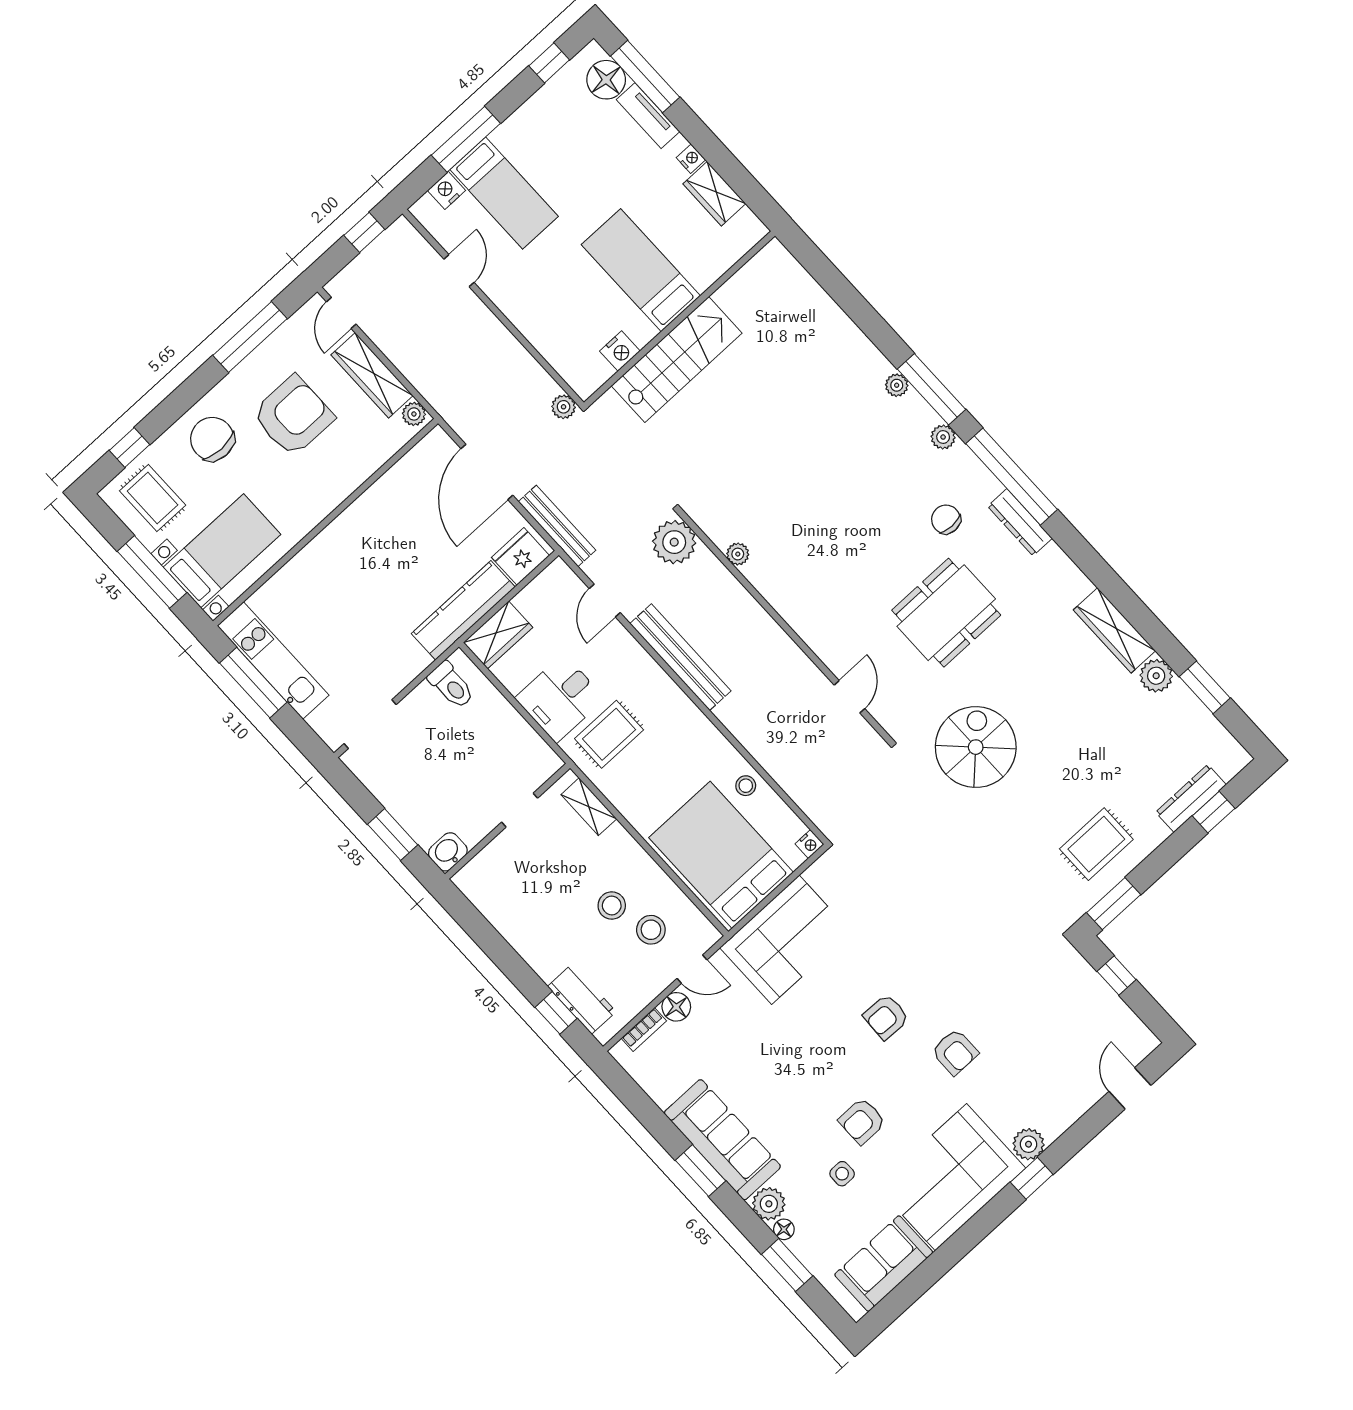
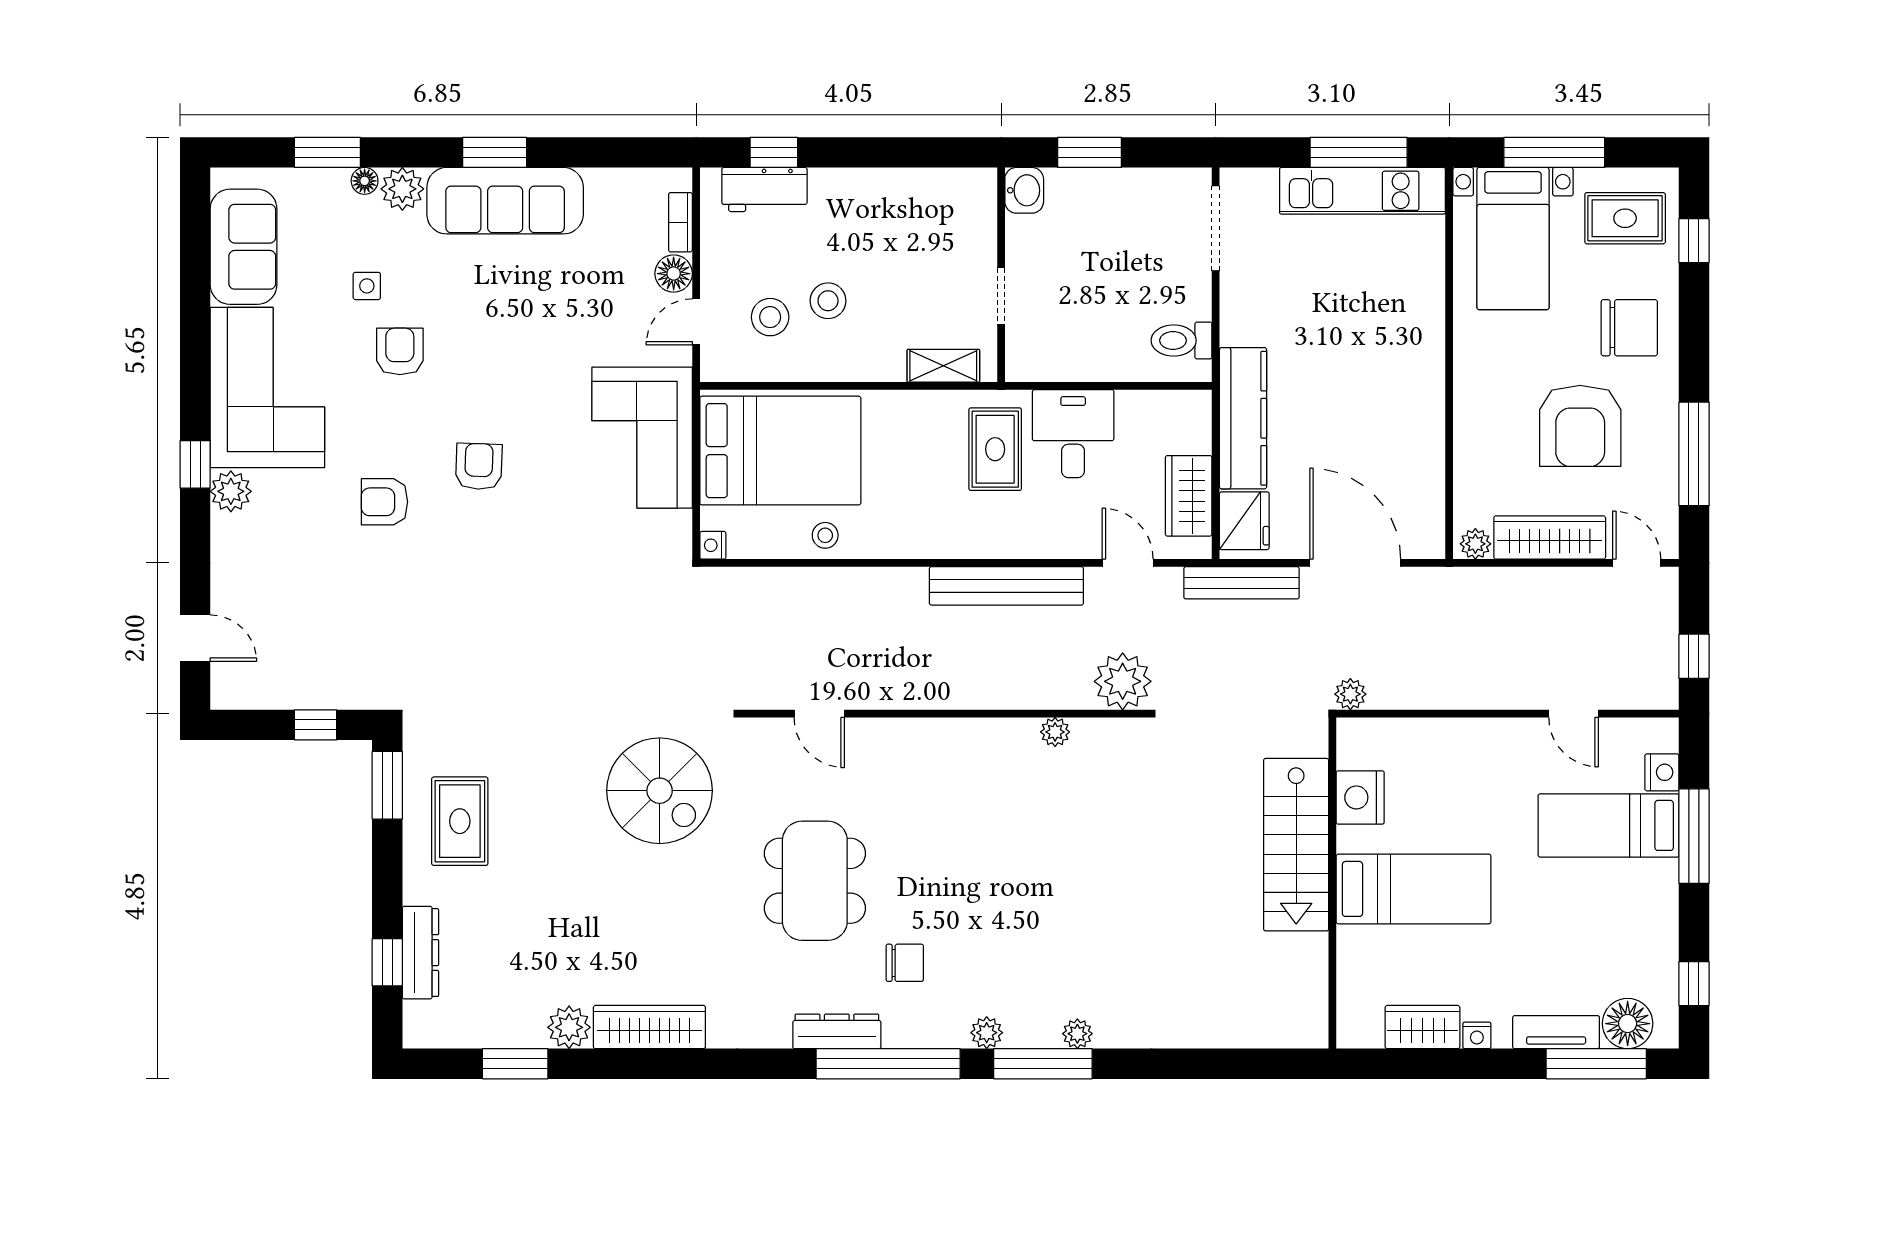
nightstand: (620, 351) -> (1360, 797), width x1.36, depth x1.33
wardrobe: (498, 635) -> (1189, 496), moved

